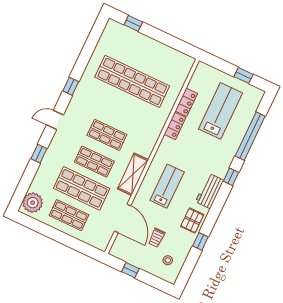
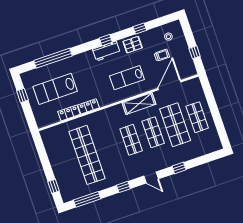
window: (92, 42) -> (87, 199), added
window: (231, 177) -> (106, 40), moved
plant: (33, 203) -> (210, 145), removed

